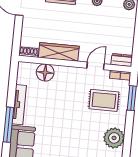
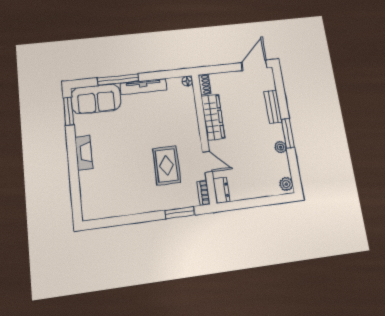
floor lamp: (45, 72) -> (187, 81), moved, width x0.53, depth x0.53
rug: (104, 100) -> (167, 165), moved
plant: (114, 138) -> (128, 203), removed

